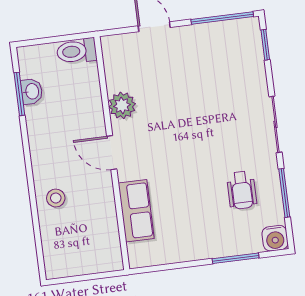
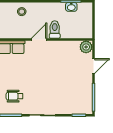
toilet: (77, 51) -> (55, 30), moved
plant: (122, 105) -> (86, 47), moved

